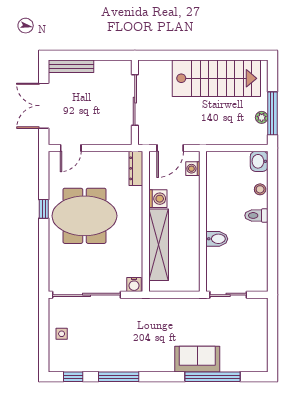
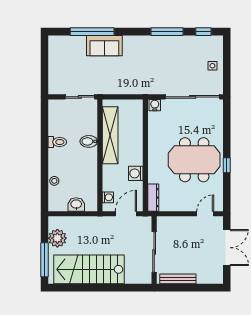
bench: (71, 66) -> (178, 279), moved
window: (272, 113) -> (44, 260), moved
plant: (262, 117) -> (57, 238), width x1.88, depth x1.88
washbasin: (259, 161) -> (76, 204), moved, turned -90
toilet: (256, 215) -> (57, 142), moved
shelving: (159, 245) -> (110, 135), moved

